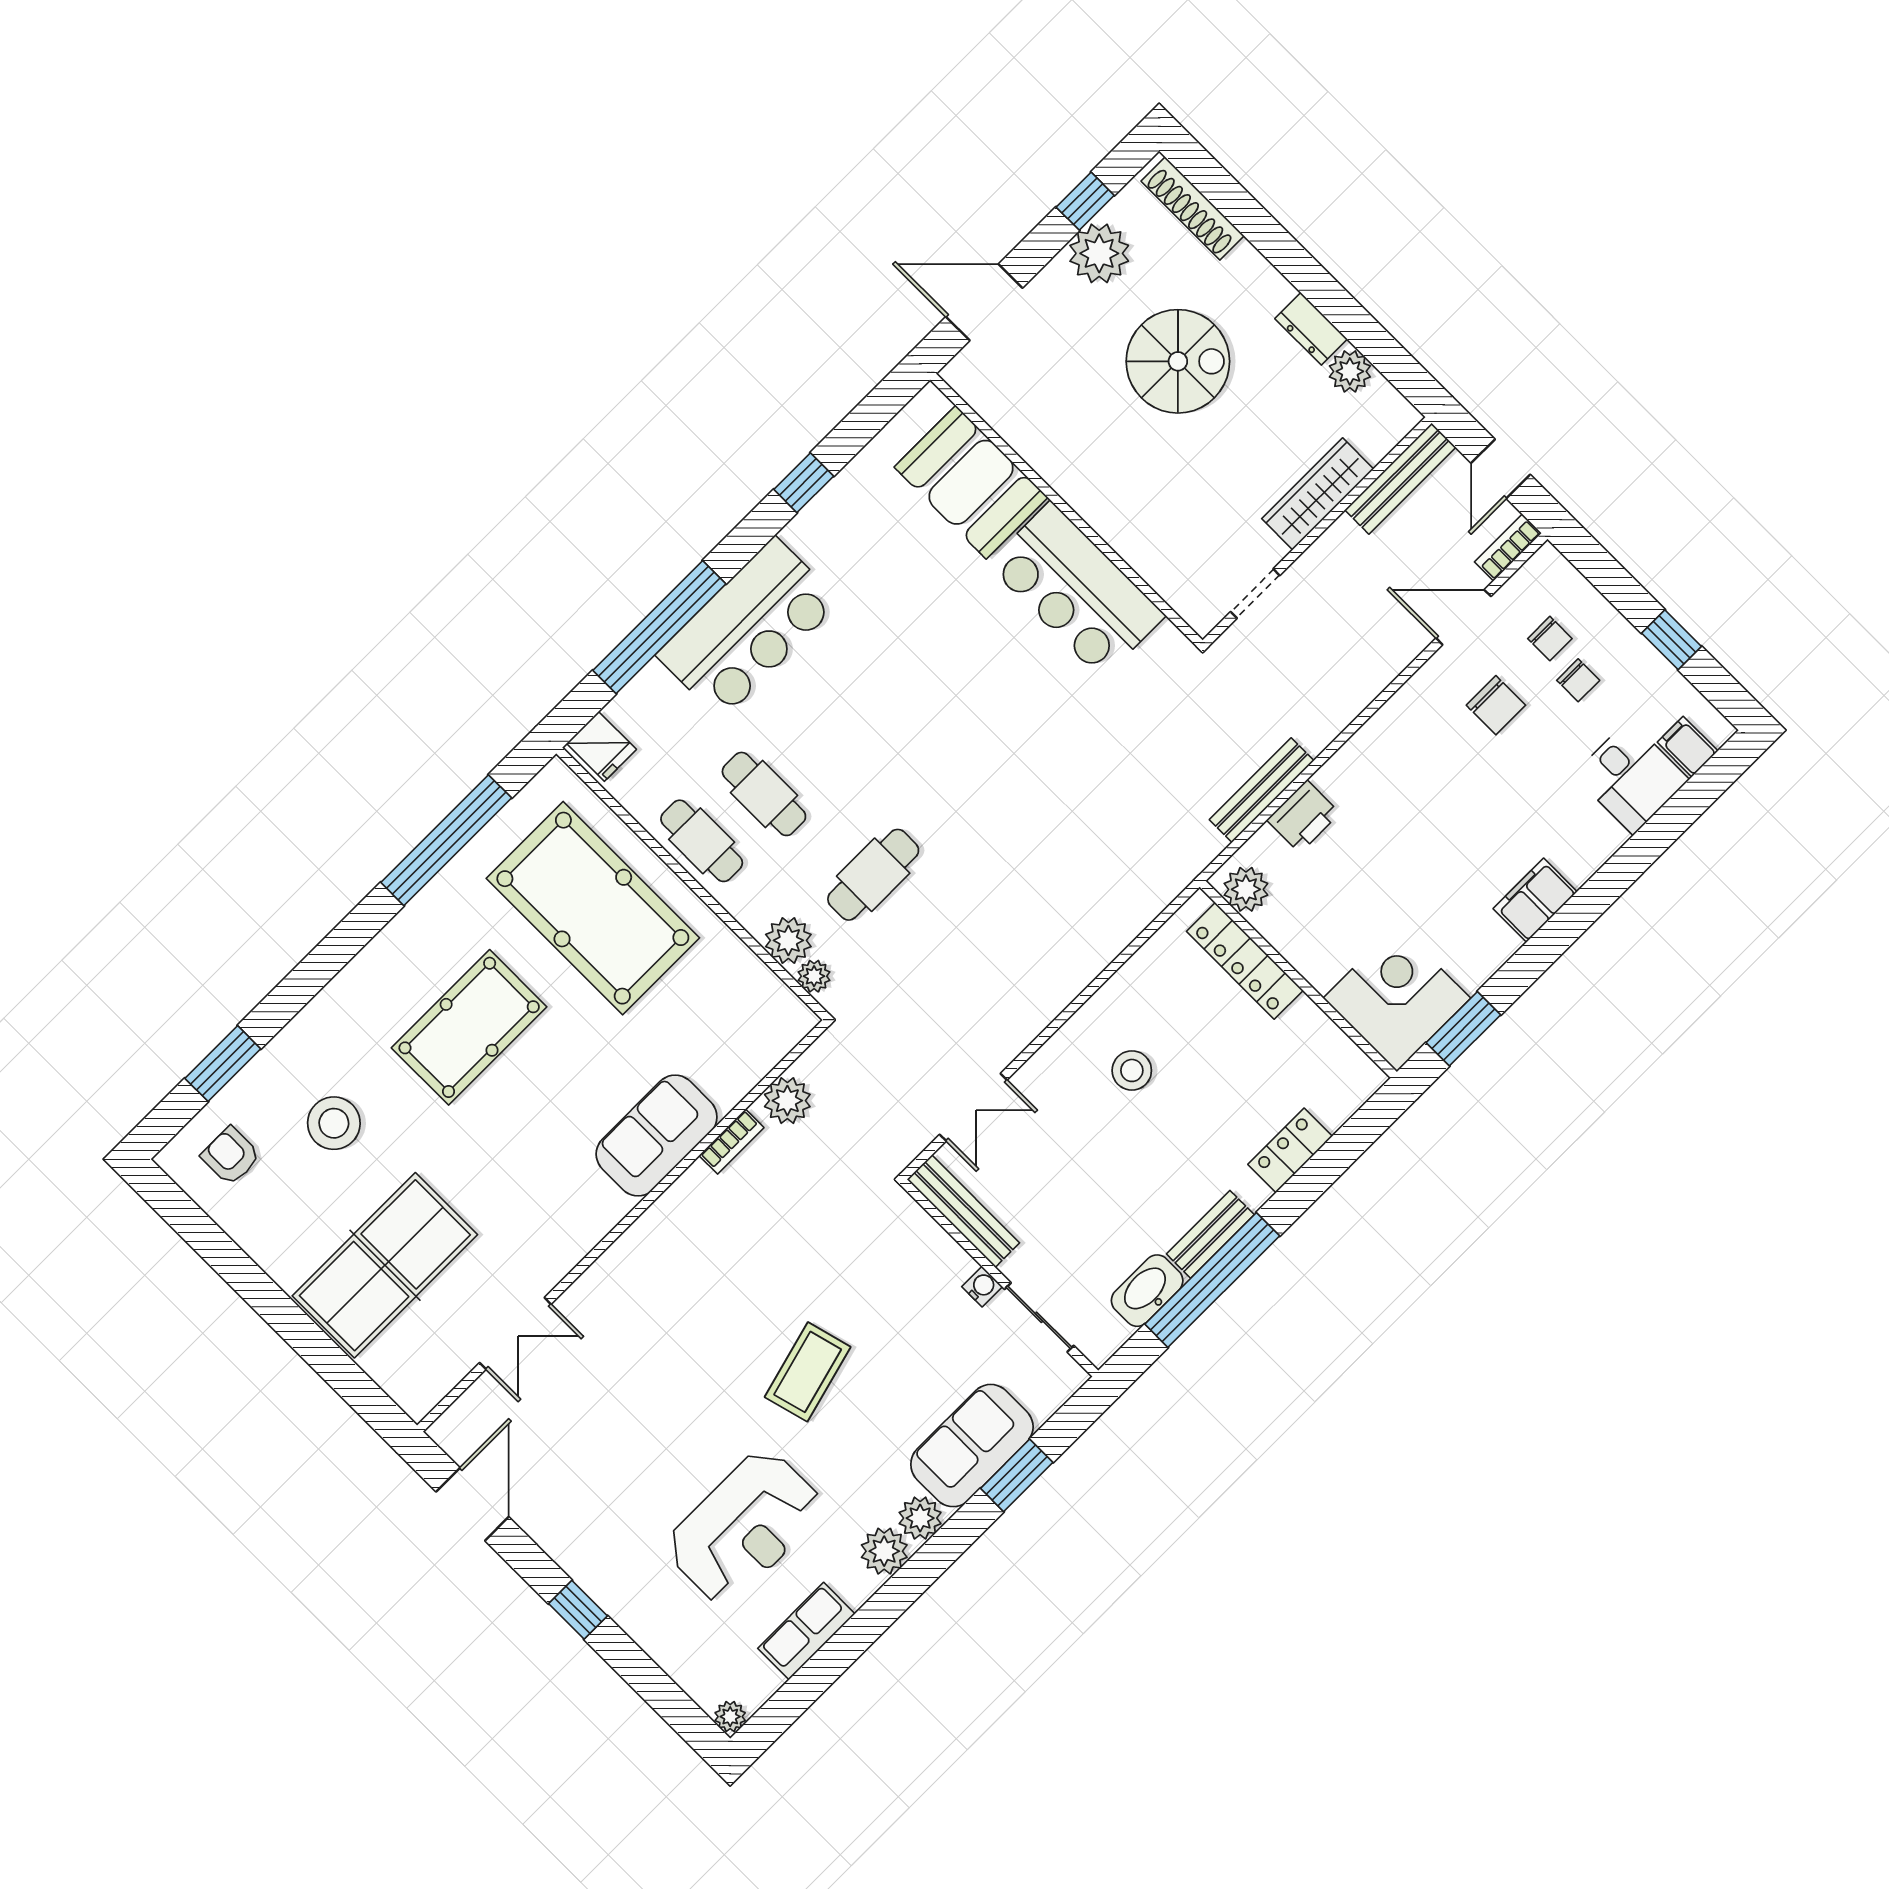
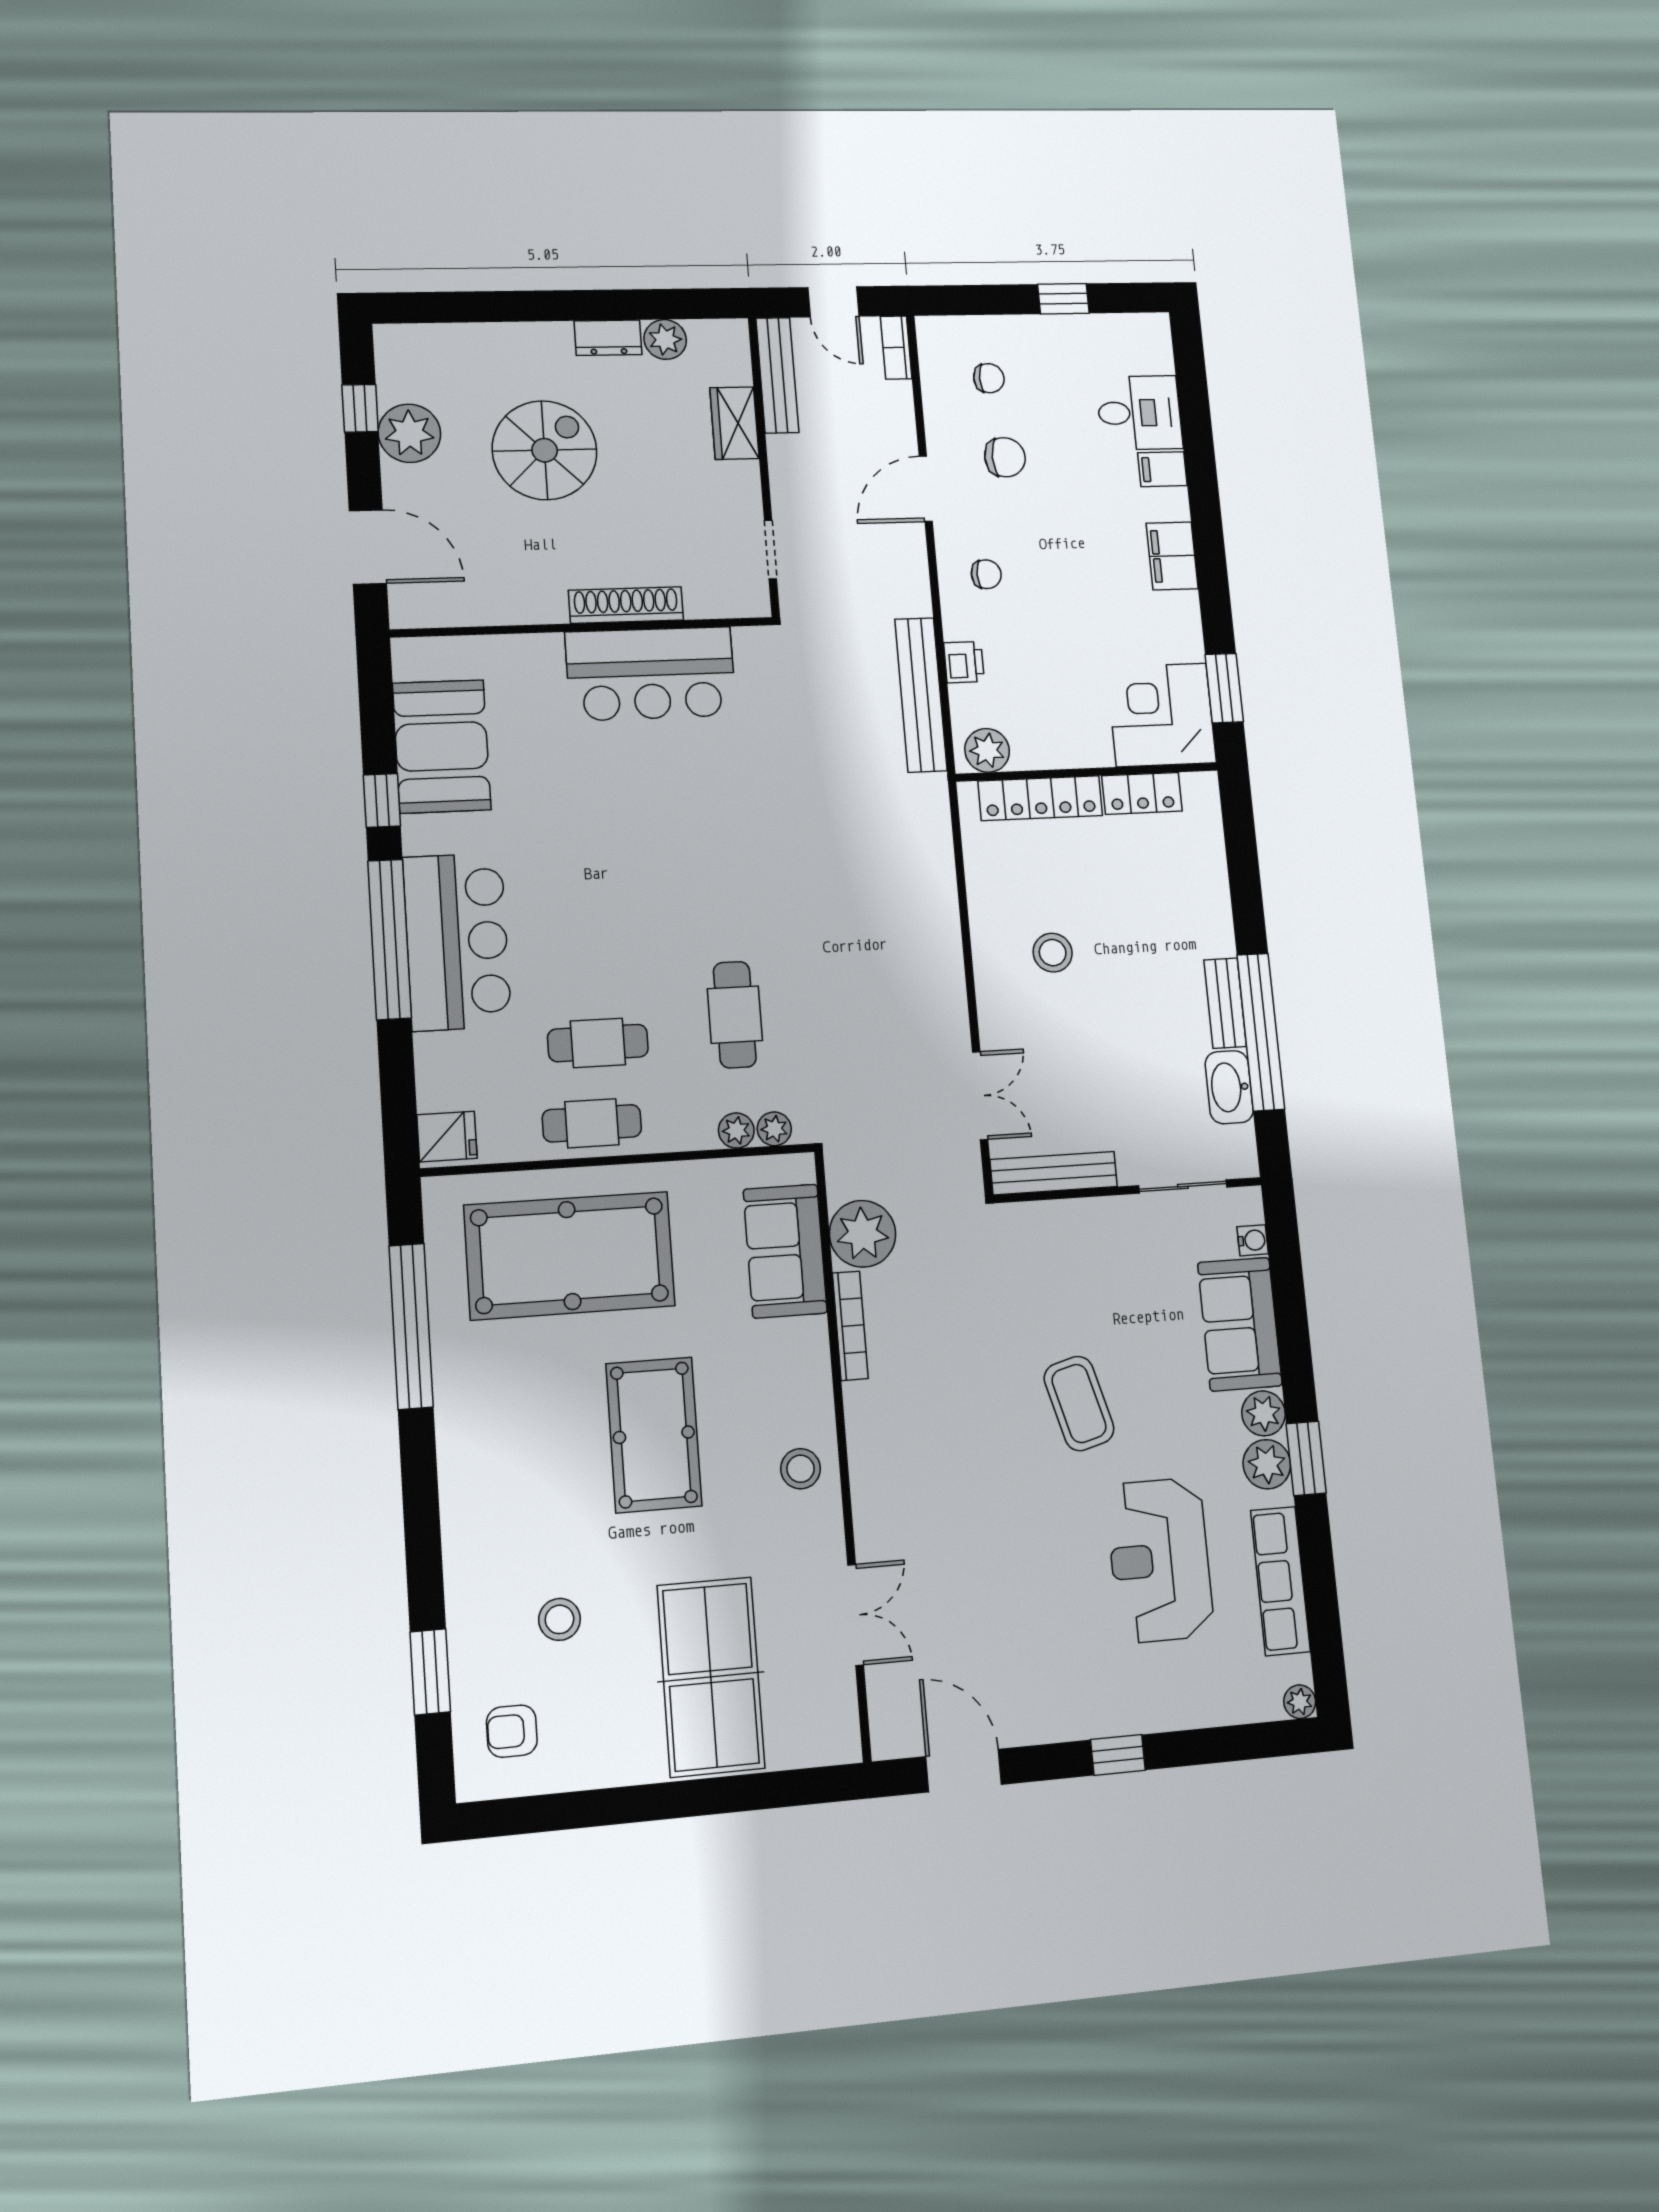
shoe rack: (1193, 208) -> (626, 605), moved, turned 180
door: (984, 302) -> (368, 547), swing flipped
booth: (971, 482) -> (442, 746), moved, turned 90
wardrobe: (1318, 494) -> (735, 423), width x0.67
door: (1463, 617) -> (926, 489), moved
window: (659, 627) -> (390, 939), moved
chair: (1578, 680) -> (986, 574), moved
filing cabinet: (1688, 747) -> (1162, 469), moved
bench: (1262, 790) -> (921, 695), width x1.37, depth x1.21
printer: (1303, 817) -> (964, 662), width x0.73, depth x0.81
plant: (788, 940) -> (736, 1131), width x0.73, depth x0.73
pool table: (469, 1027) -> (654, 1435), moved
plant: (787, 1101) -> (863, 1234), width x1.36, depth x1.36
stool: (334, 1123) -> (559, 1619), width x0.73, depth x0.73
sofa: (657, 1136) -> (785, 1251), moved
bookcase: (732, 1142) -> (850, 1326), width x1.56
locker: (1290, 1150) -> (1142, 793), moved, turned -90
stool: (585, 1206) -> (801, 1469), added
water cooler: (982, 1287) -> (1253, 1240), moved, turned 90
window: (1017, 1475) -> (1306, 1458), moved
reception desk: (744, 1527) -> (1160, 1560), turned 180
row of seats: (806, 1631) -> (1280, 1581), width x1.48

